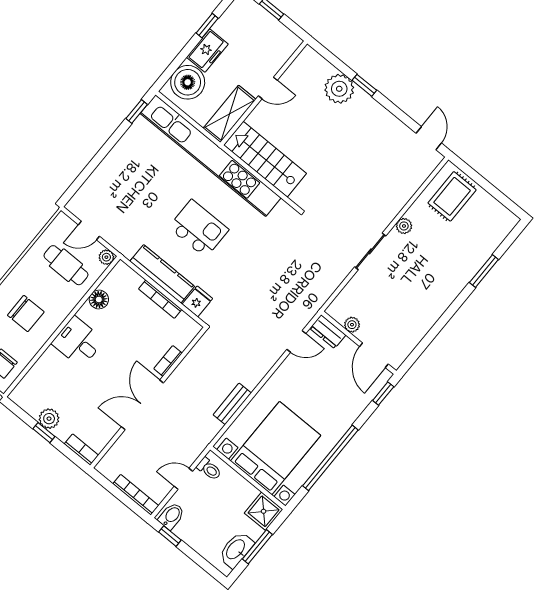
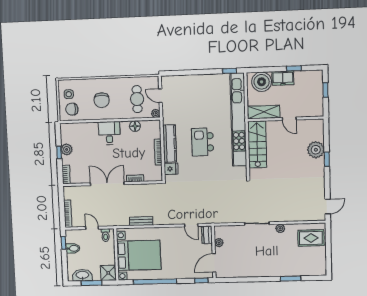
kitchen island: (199, 228) -> (203, 142), turned 180
bidet: (171, 516) -> (73, 248), moved

